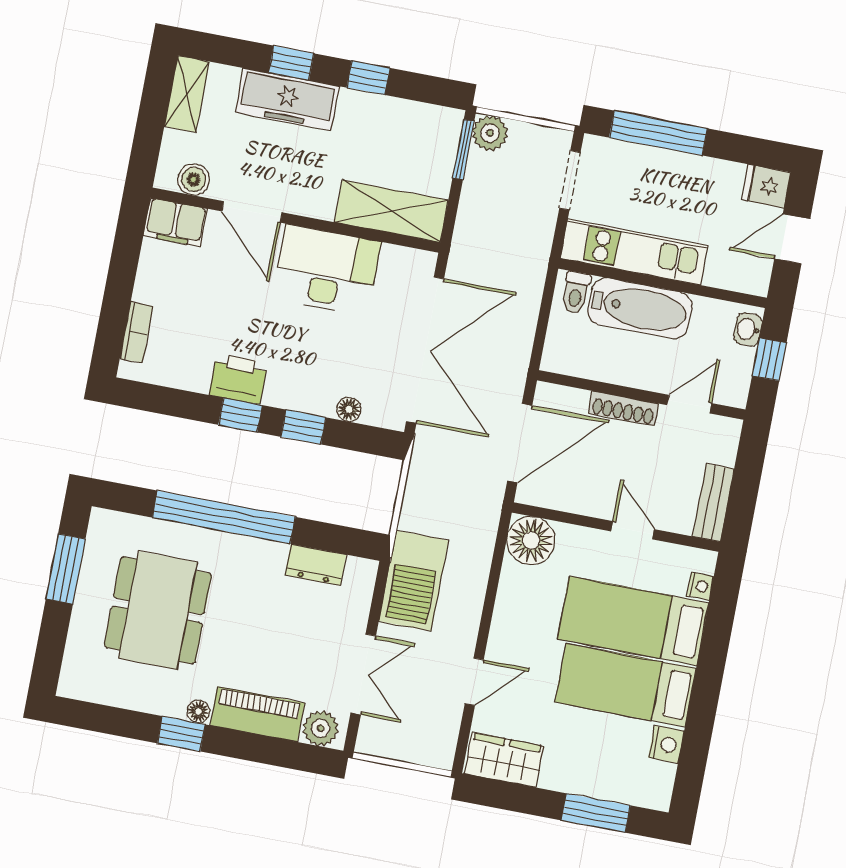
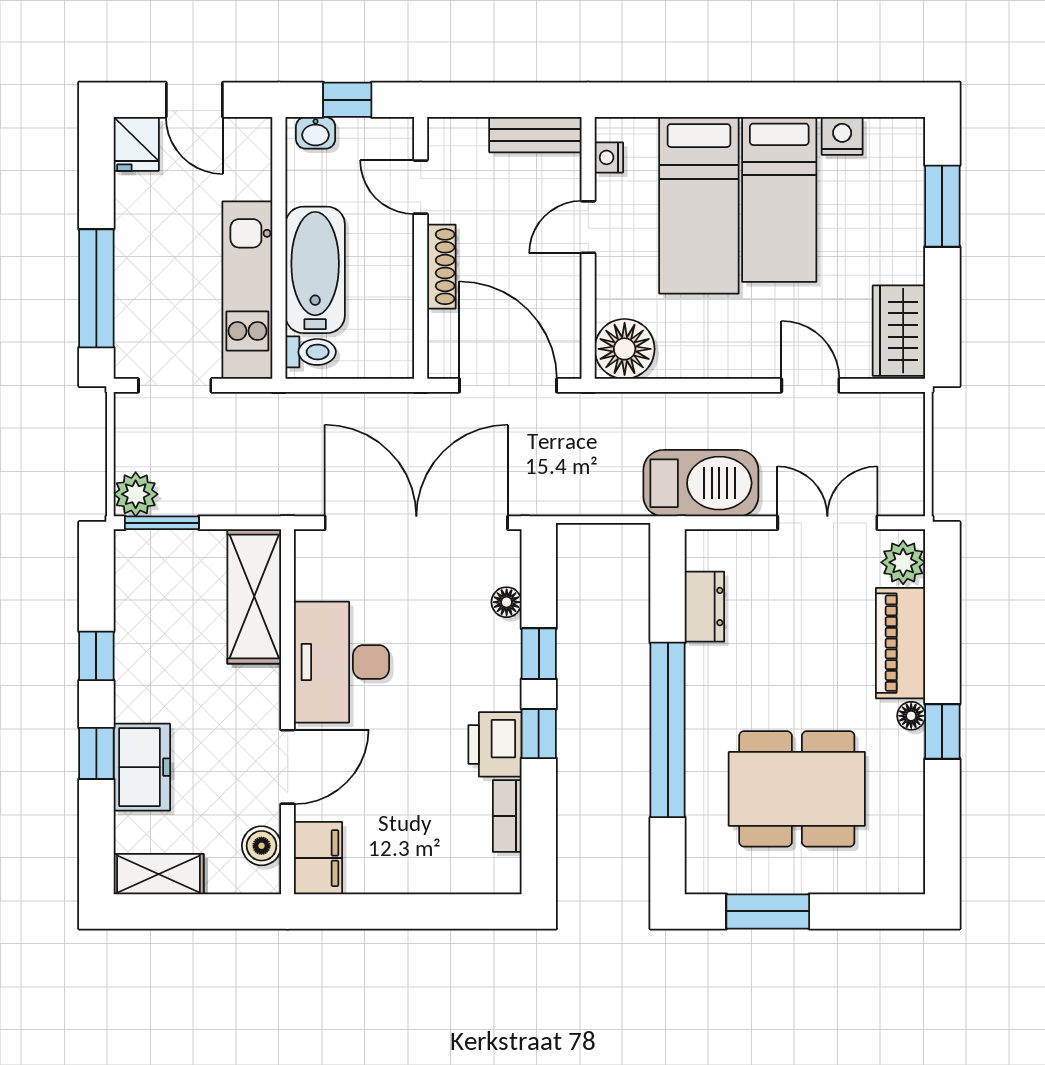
freezer: (287, 99) -> (142, 767), width x0.71
bookcase: (137, 332) -> (507, 816), moved, turned -90
nightstand: (700, 586) -> (609, 157), moved, turned -90

